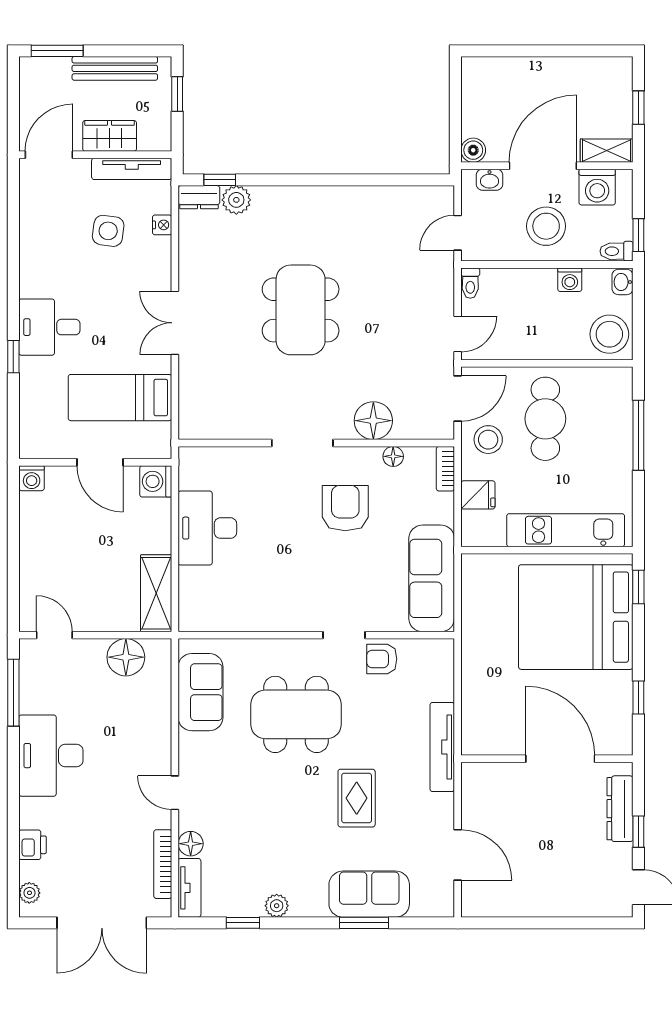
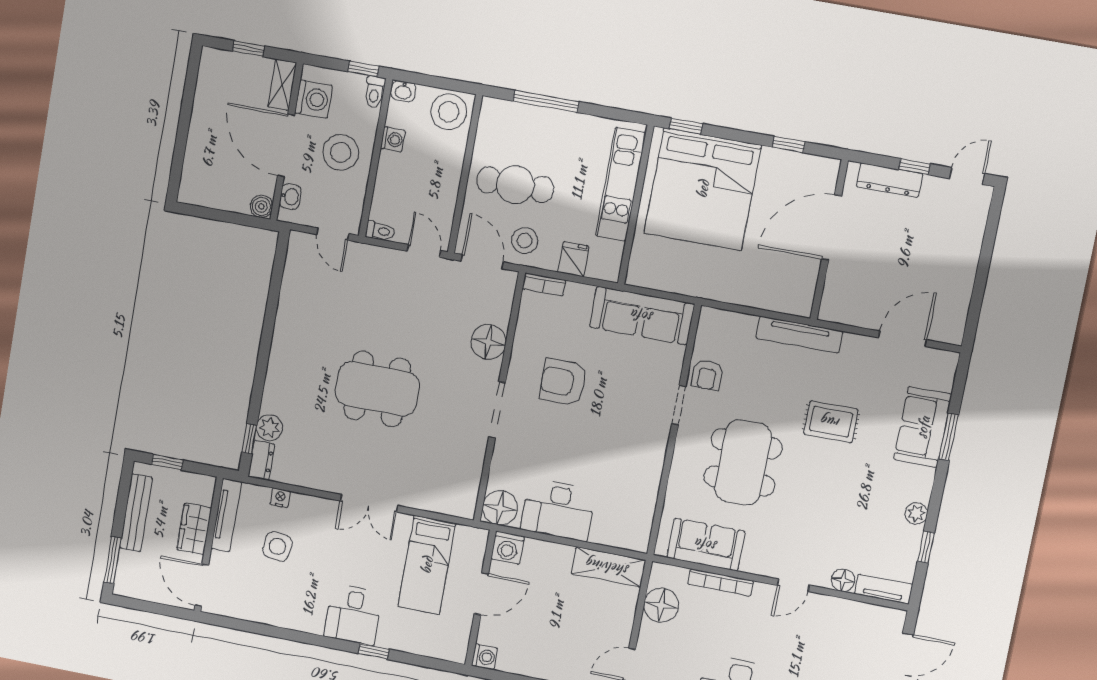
floor lamp: (393, 456) -> (500, 508), moved, width x1.89, depth x1.89
bookcase: (163, 864) -> (721, 582), moved

